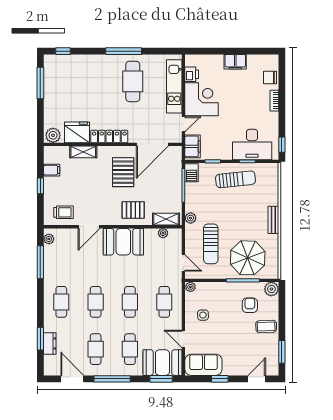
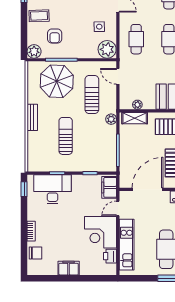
barbecue: (192, 173) -> (110, 162), removed
sun lounger: (235, 179) -> (66, 136), moved, turned 96
plant: (190, 287) -> (107, 49), width x1.88, depth x1.88

